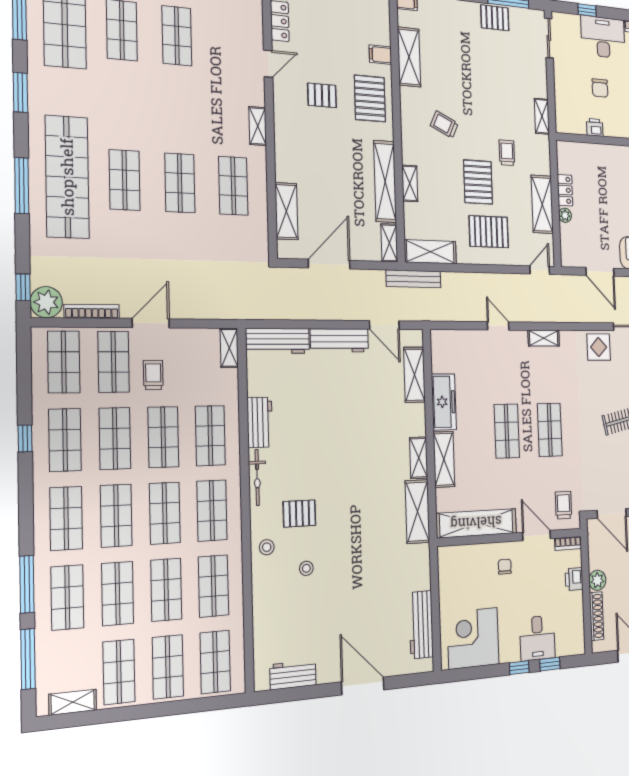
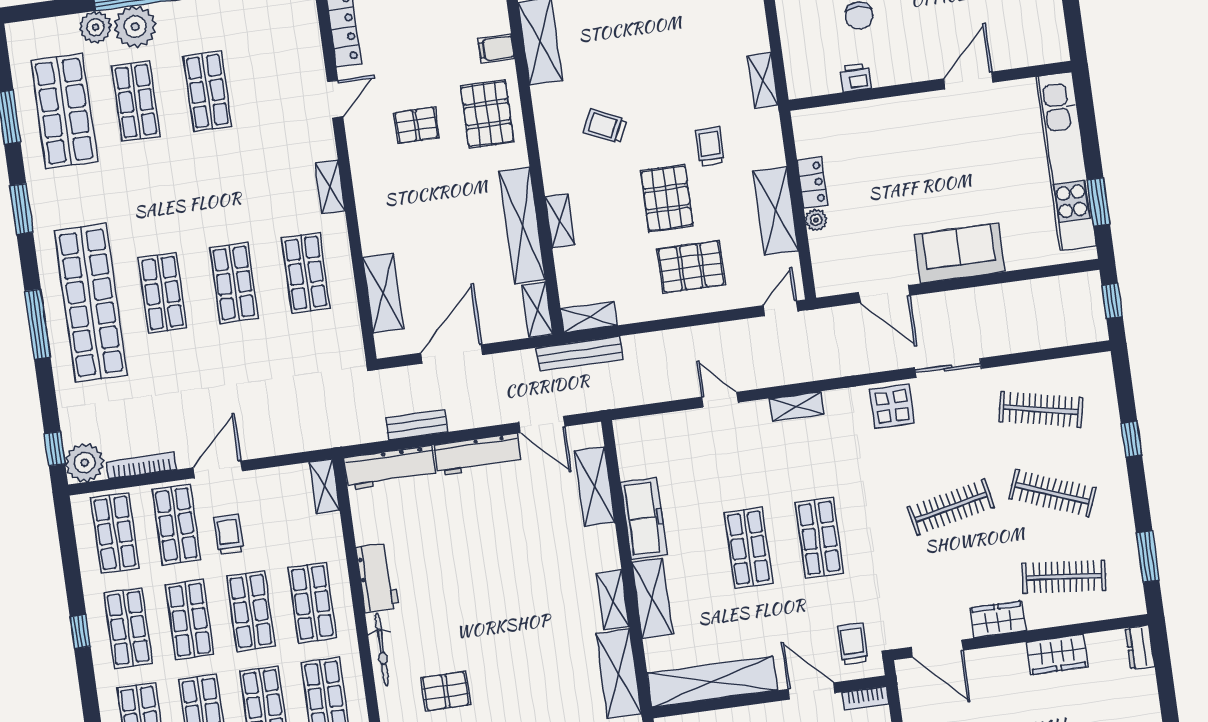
shelving: (430, 252) -> (589, 317), width x0.67, depth x0.75
bench: (300, 312) -> (417, 425), added

